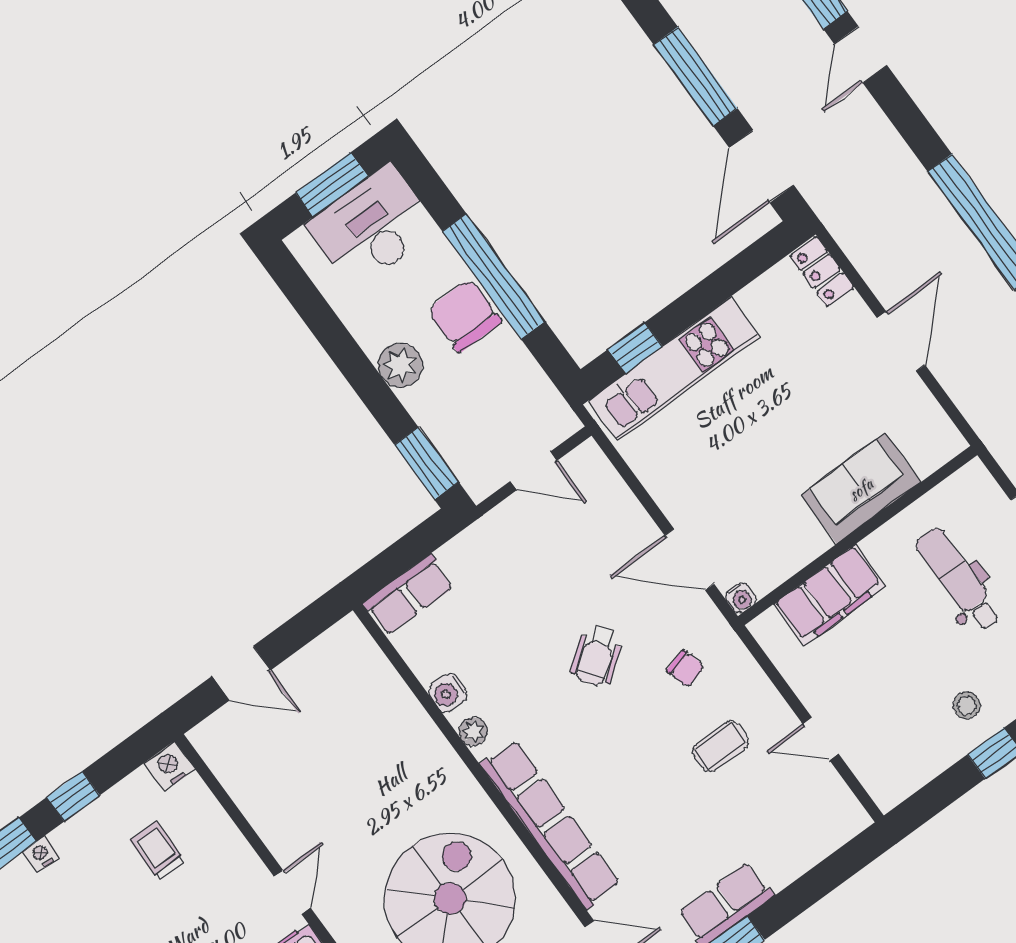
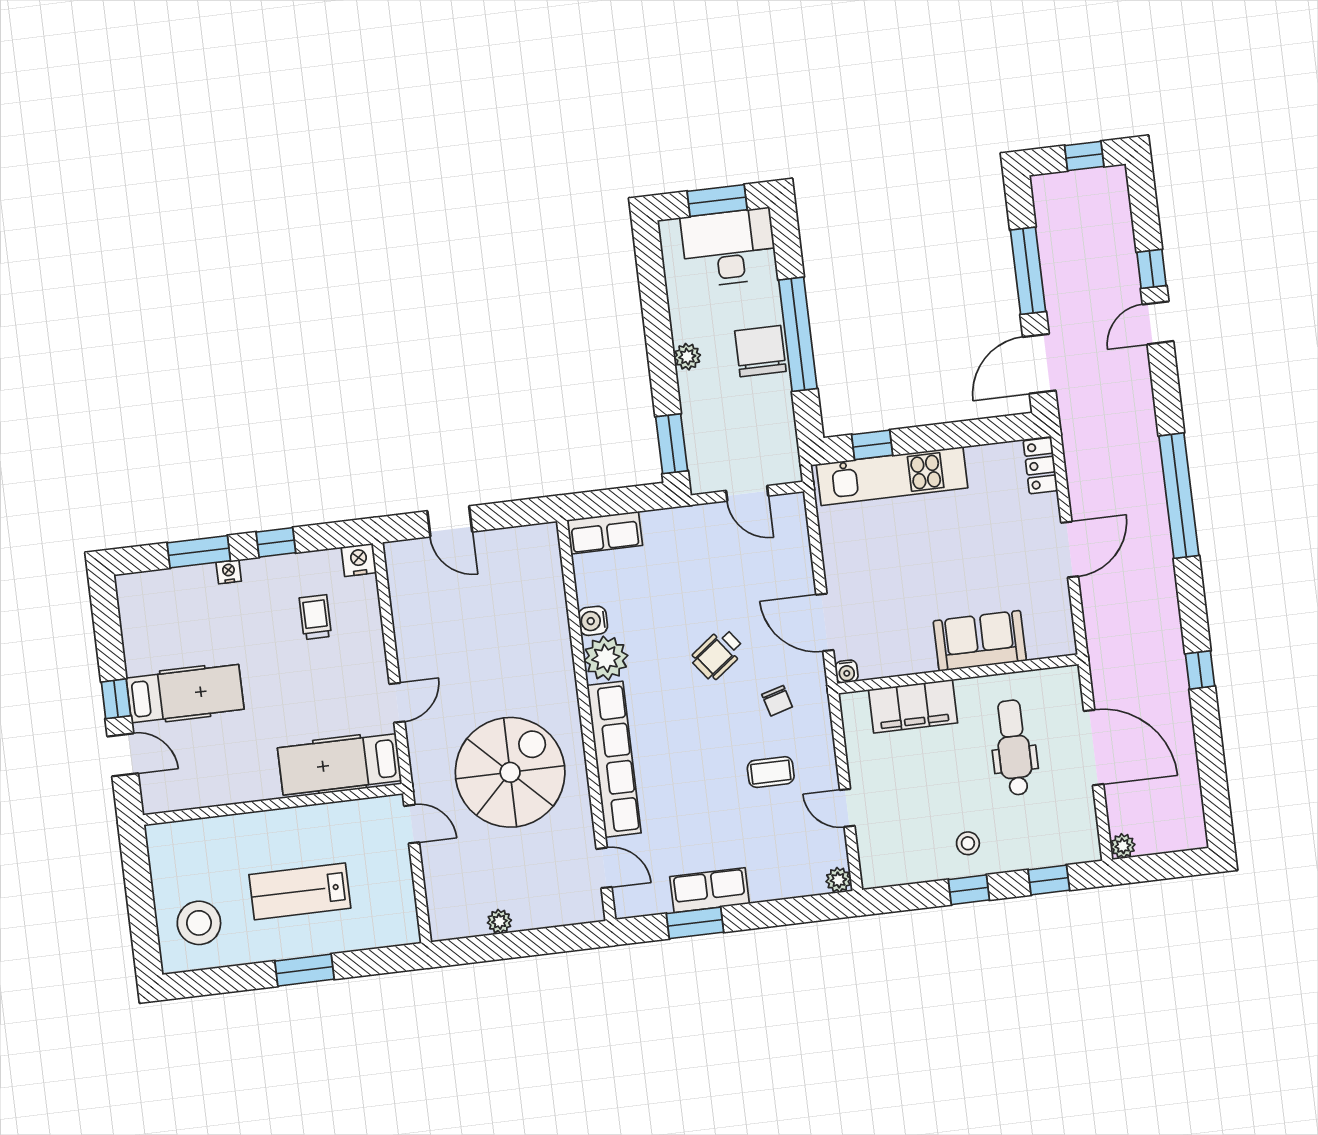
plant: (400, 365) -> (687, 357), width x0.73, depth x0.73
plant: (473, 732) -> (606, 658), width x1.88, depth x1.88
plant: (854, 819) -> (838, 880), added

